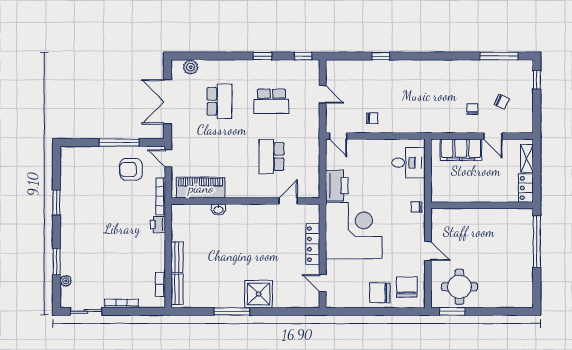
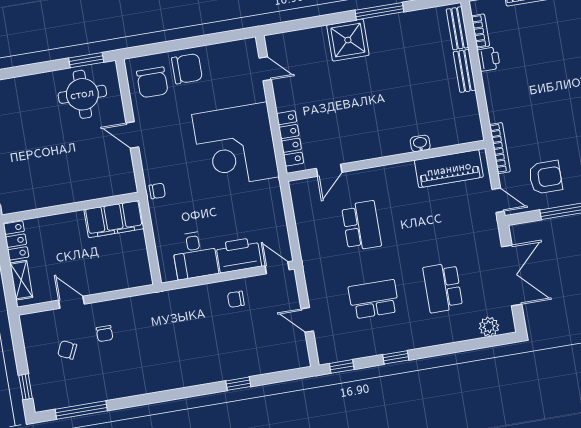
filing cabinet: (461, 150) -> (114, 219), moved, turned 180
desk: (408, 163) -> (195, 255), moved, turned -90
printer: (337, 186) -> (239, 255), moved, turned 90
printer: (158, 224) -> (489, 59), moved
locker: (313, 244) -> (290, 138), moved

